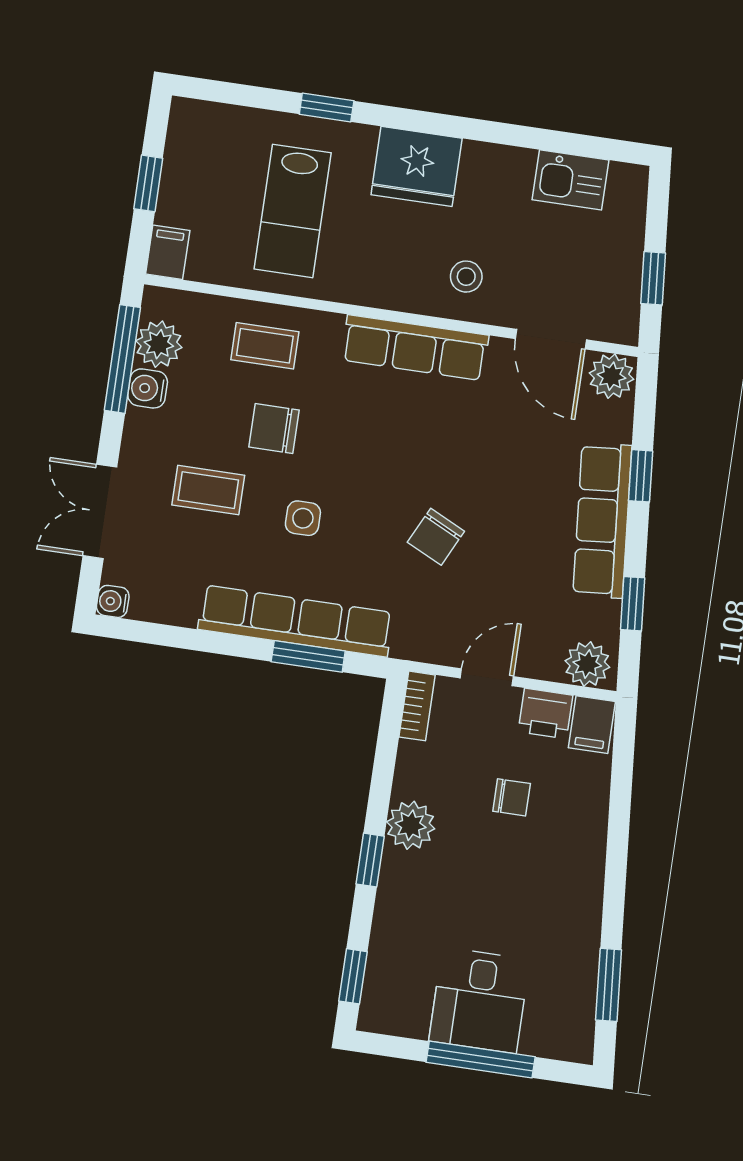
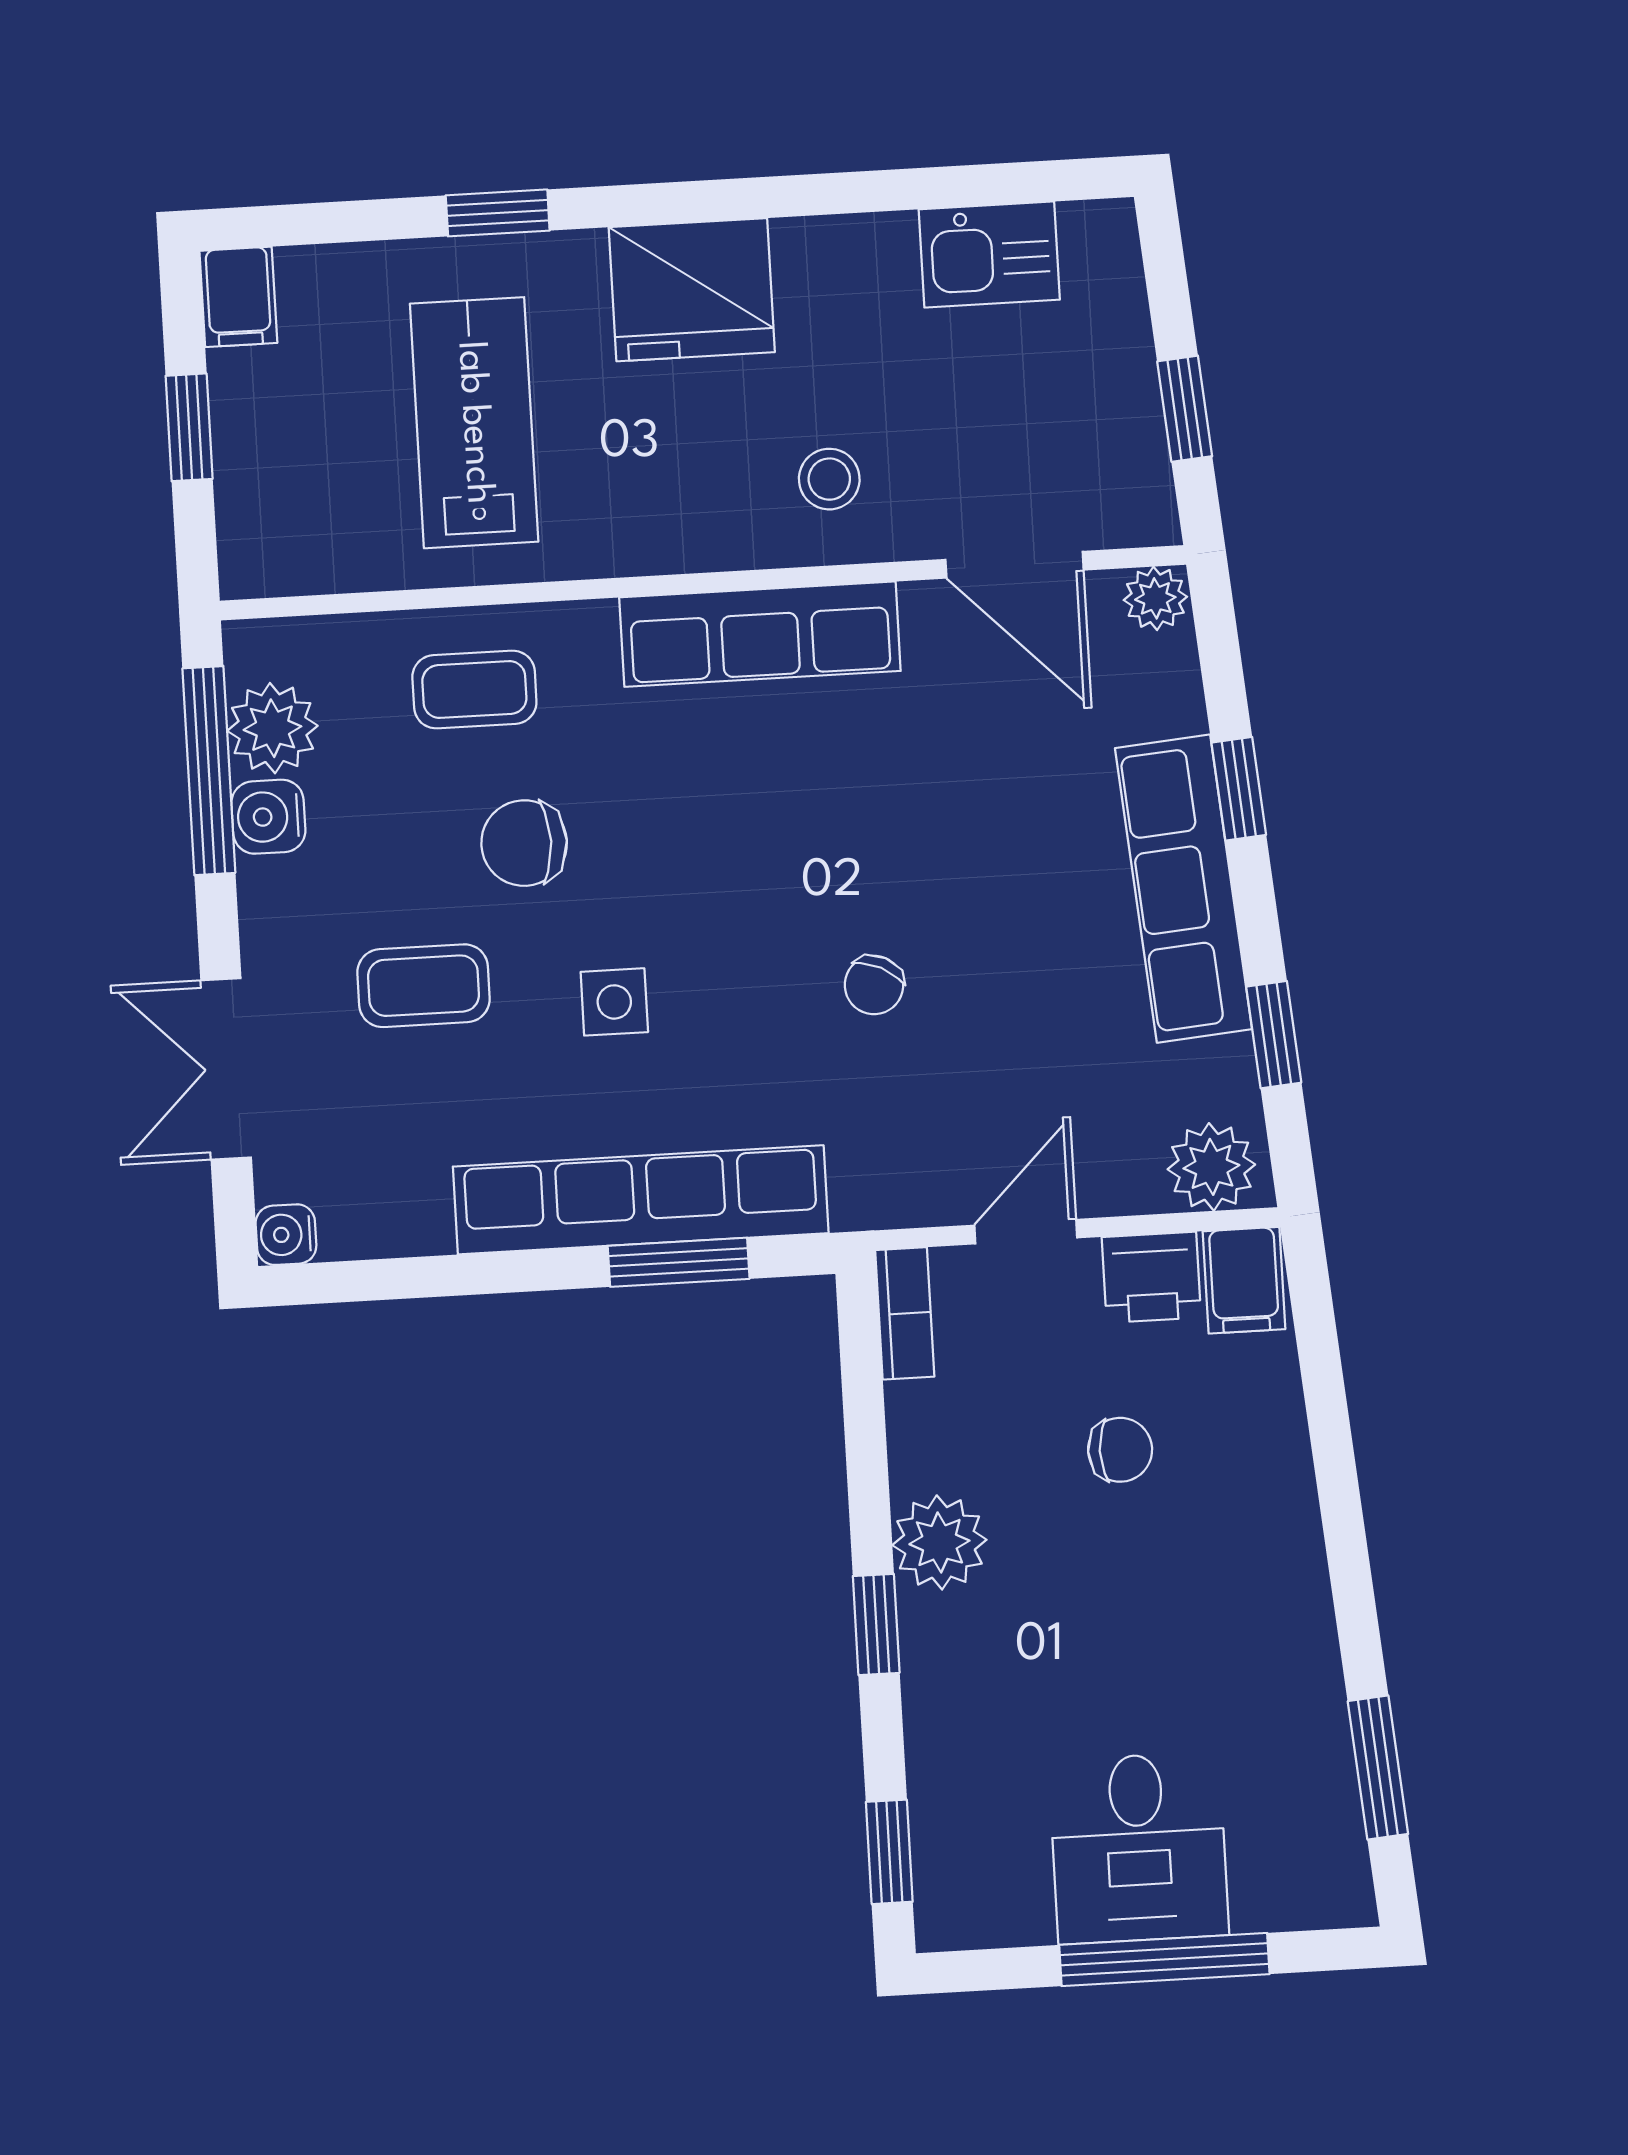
lab bench: (293, 211) -> (474, 423), turned 180
filing cabinet: (168, 252) -> (238, 297), moved, turned 180
plant: (611, 376) -> (1155, 598), width x0.73, depth x0.73
chair: (436, 537) -> (874, 985), width x0.73, depth x0.73

